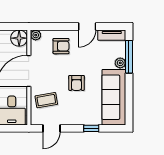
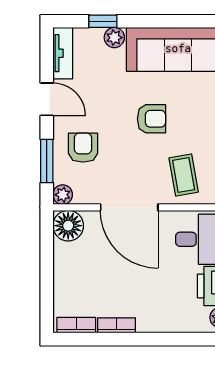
window: (54, 27) -> (47, 161), added
window: (129, 57) -> (103, 21), width x0.46

